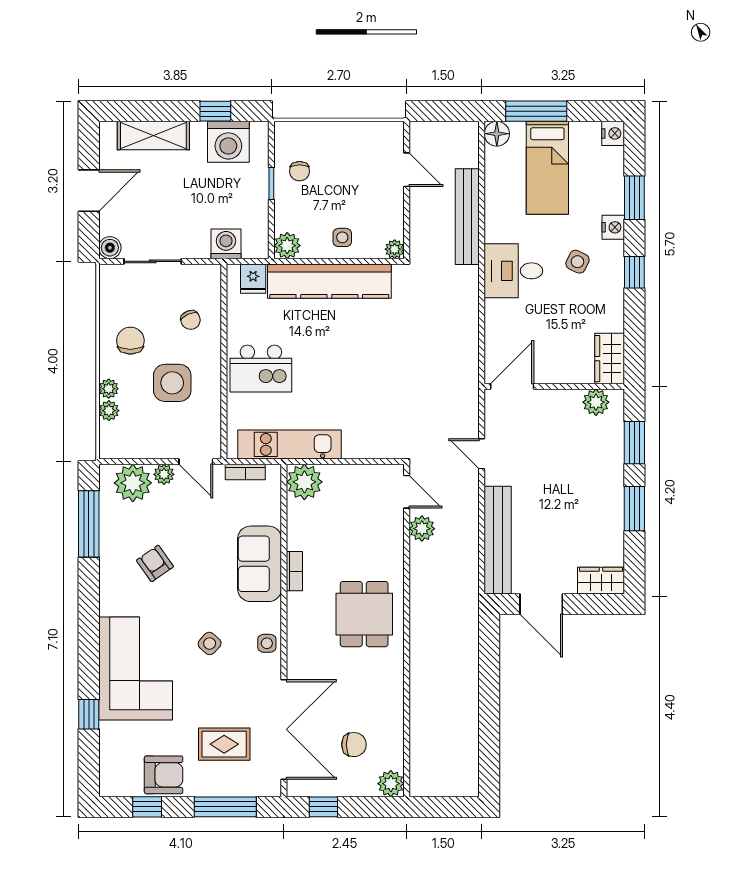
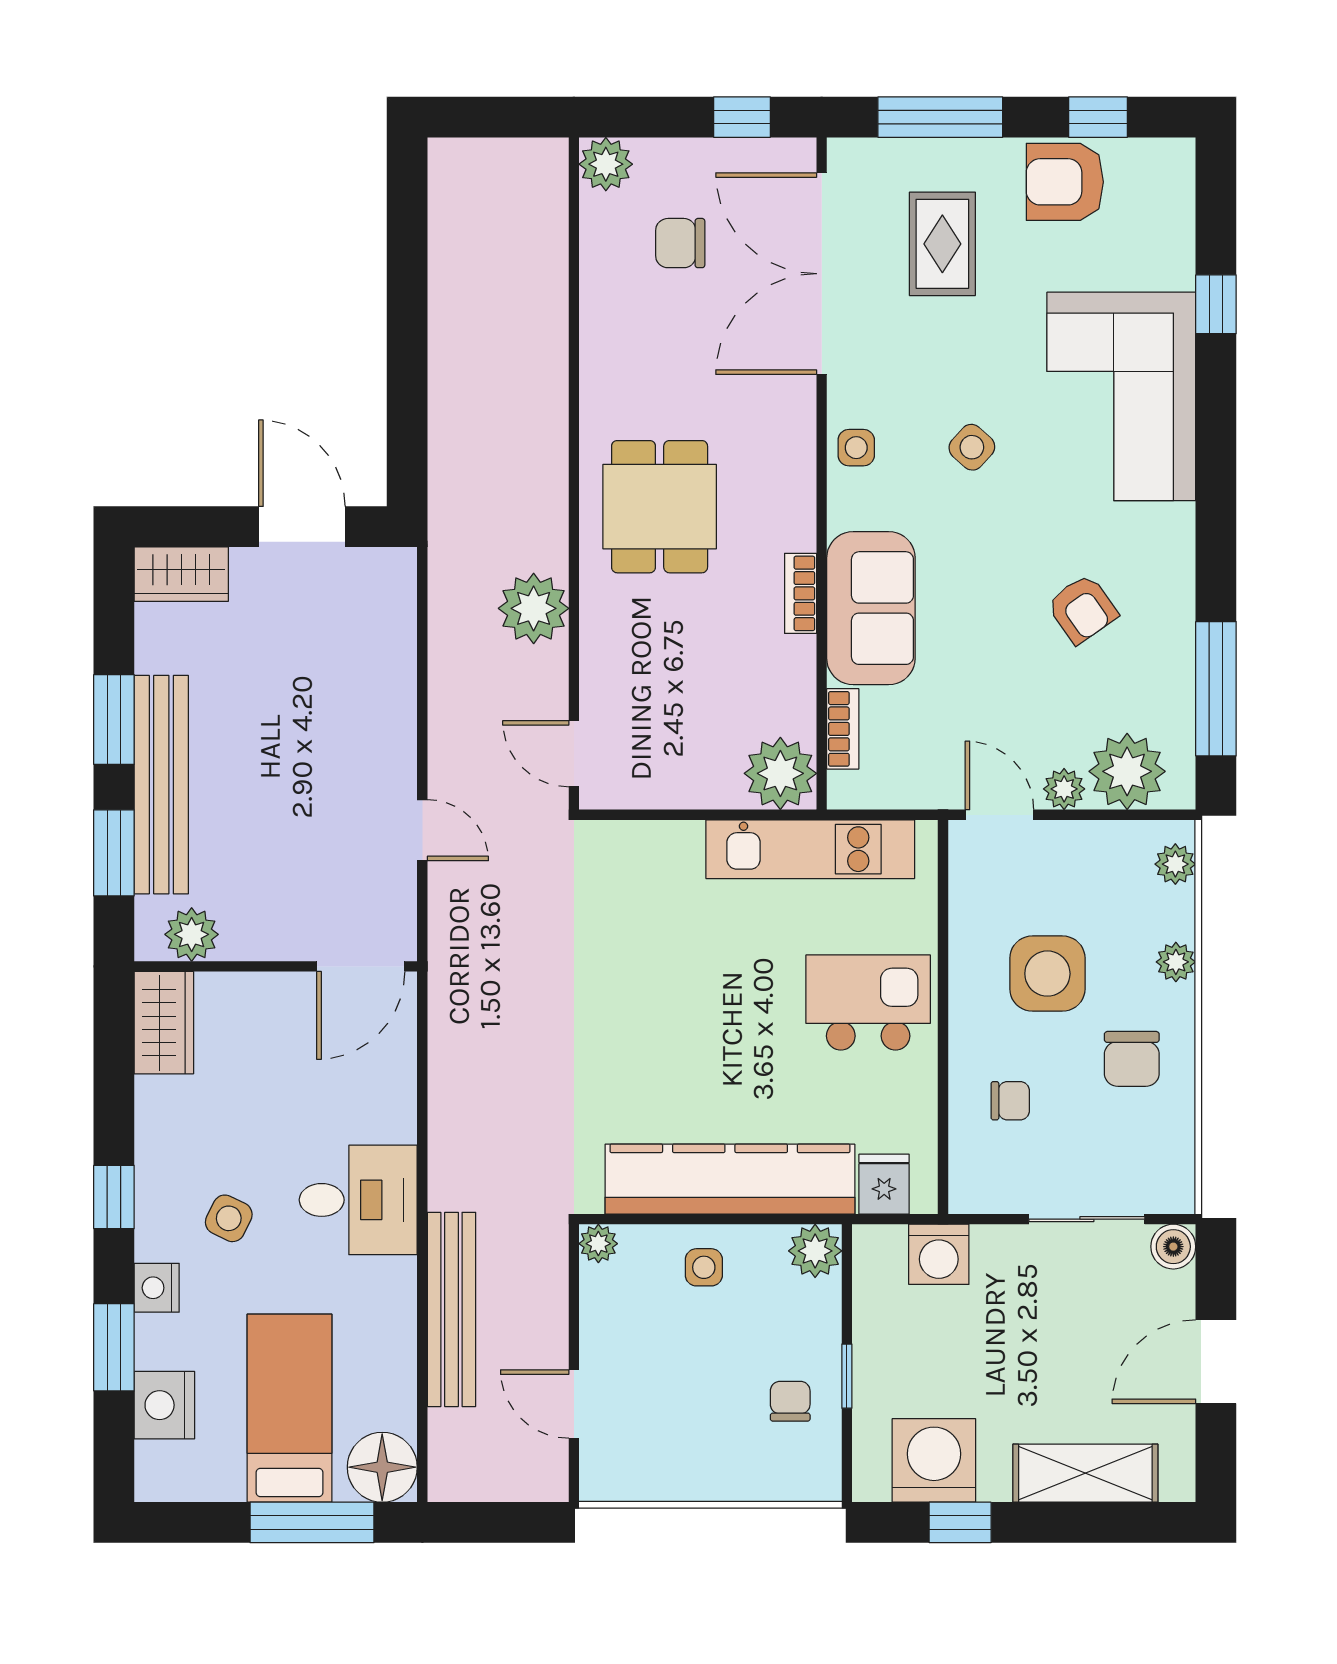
nightstand: (613, 133) -> (164, 1405), moved, width x1.36, depth x1.33
floor lamp: (497, 134) -> (382, 1467), width x1.38, depth x1.38
chair: (191, 320) -> (1010, 1101), turned 115
plant: (109, 411) -> (1175, 864), moved
bookcase: (245, 472) -> (843, 729), moved, turned 90
plant: (422, 529) -> (534, 608), moved, width x1.36, depth x1.36
bench: (498, 540) -> (161, 785), moved
rug: (224, 744) -> (942, 244), turned 90

